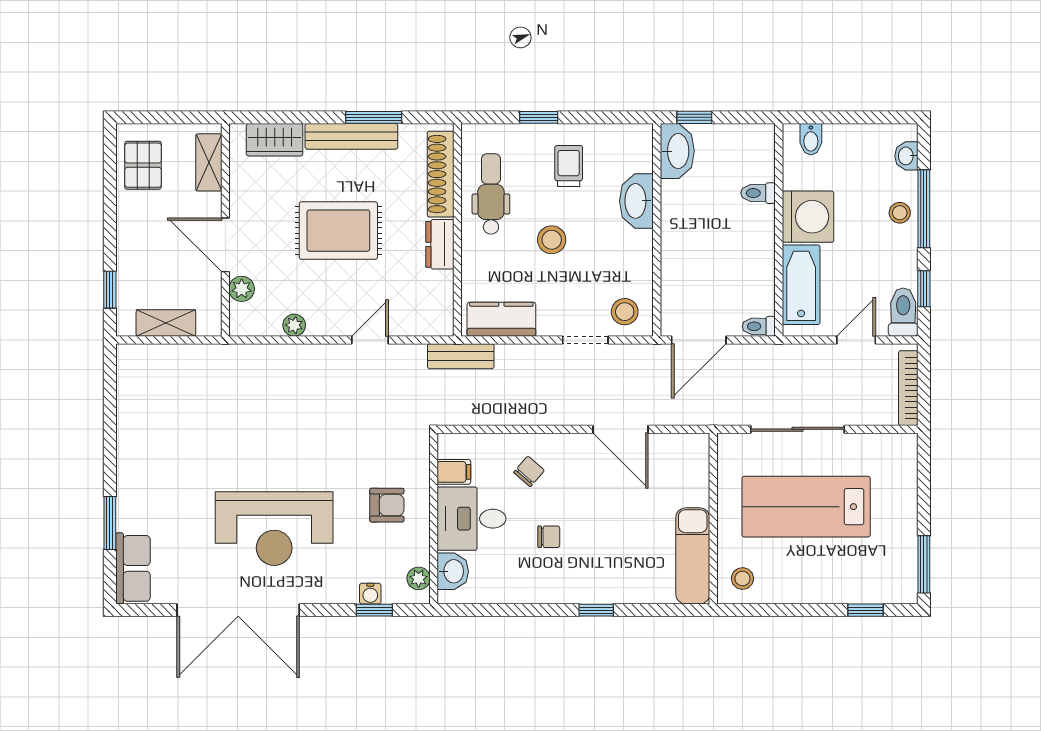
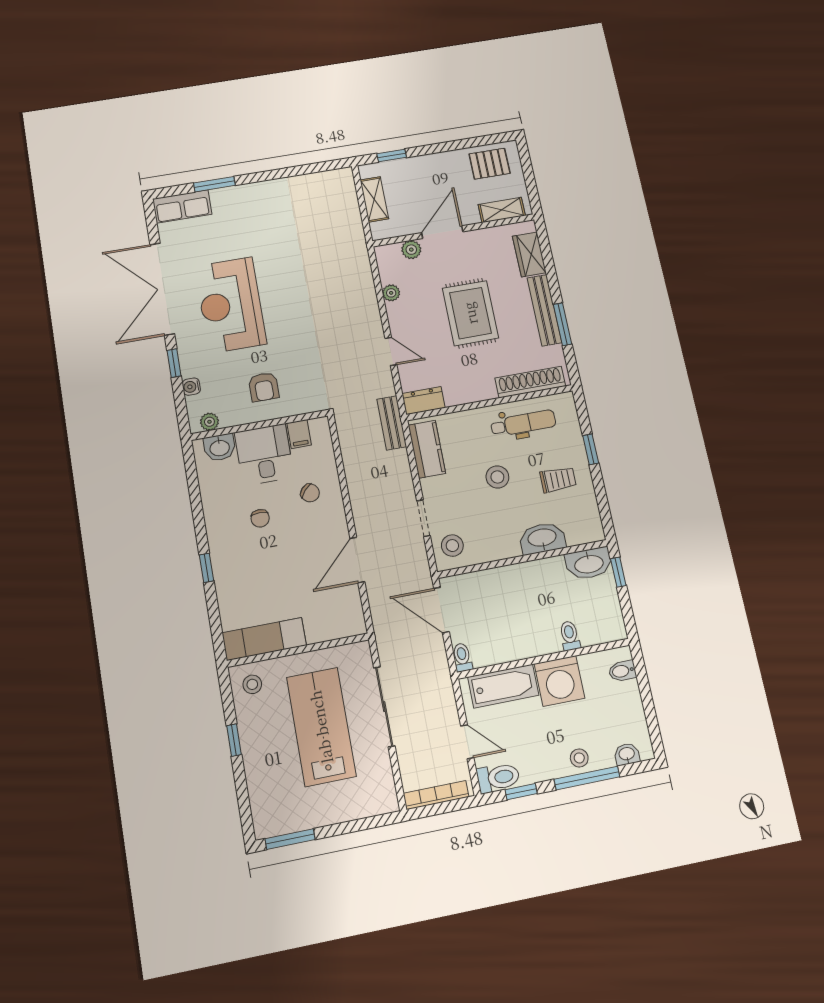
dresser: (440, 244) -> (424, 401), moved
window: (374, 610) -> (174, 363), moved
window: (866, 610) -> (234, 740), moved

